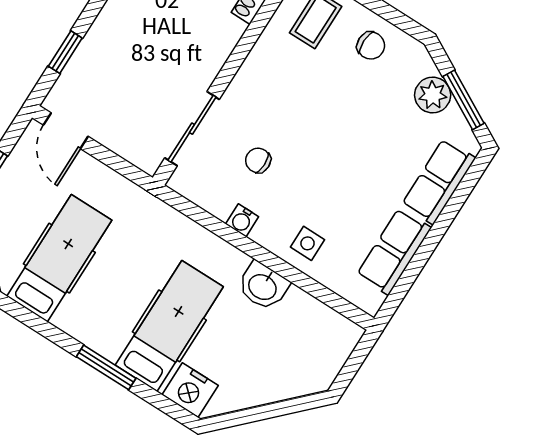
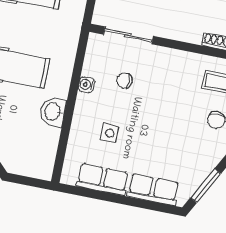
plant: (433, 95) -> (201, 167), removed
chair: (258, 160) -> (125, 81), turned -90
side table: (308, 243) -> (110, 133), moved

